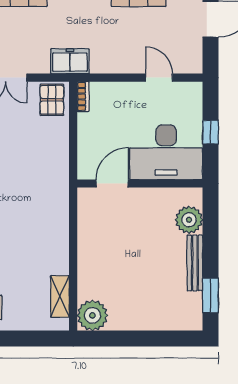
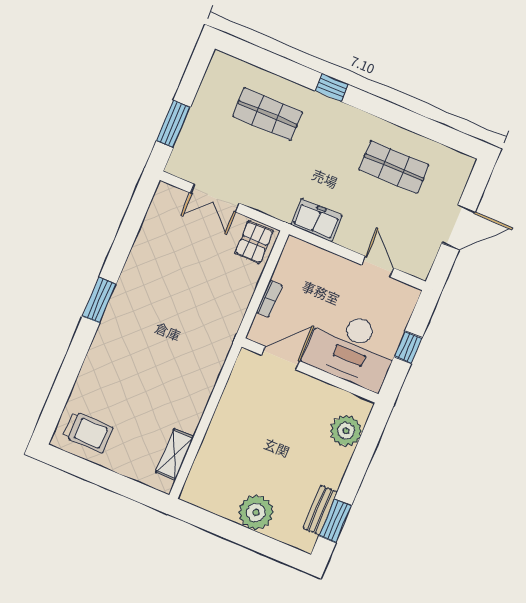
freezer: (70, 61) -> (317, 220), moved
bookcase: (83, 97) -> (269, 299), moved
bench: (195, 263) -> (320, 510), moved, width x0.73
plant: (92, 315) -> (256, 512), moved

